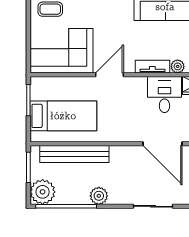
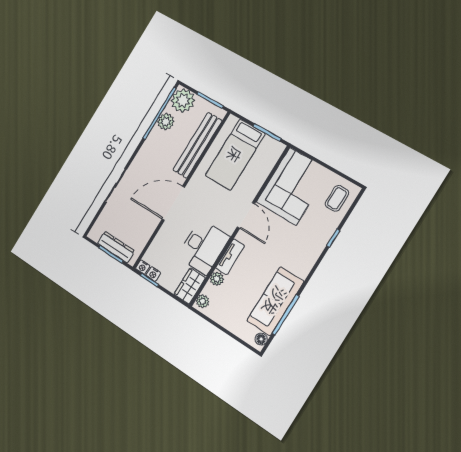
desk: (164, 95) -> (203, 247), width x1.37
door: (163, 144) -> (173, 203), moved
plant: (99, 196) -> (166, 122), moved

